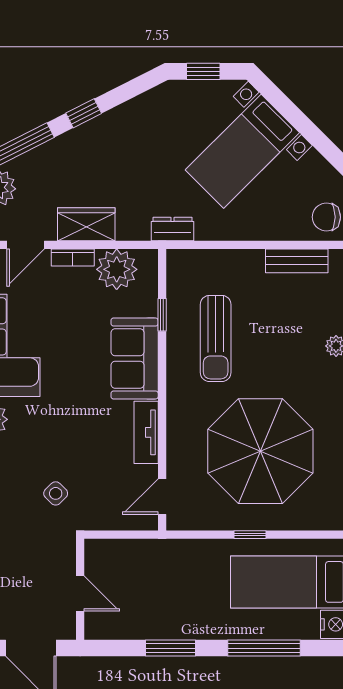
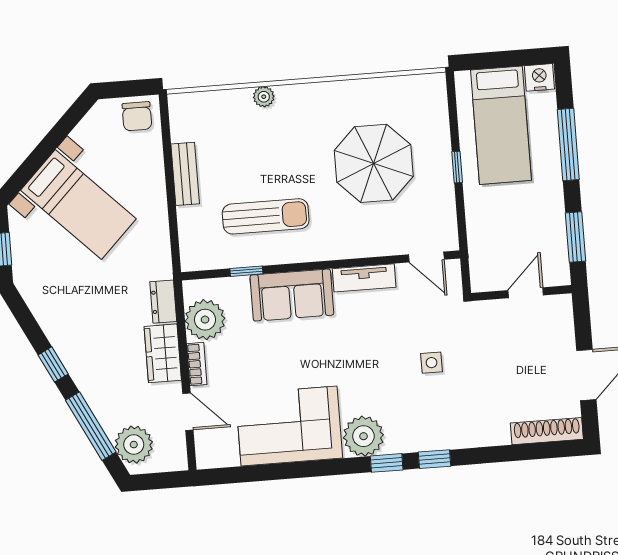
dresser: (173, 229) -> (163, 302), moved
bench: (297, 261) -> (185, 174), moved
parasol: (260, 451) -> (374, 163), width x0.73, depth x0.73
side table: (56, 493) -> (431, 363), turned 45
wall: (80, 589) -> (521, 293), moved
door: (80, 594) -> (526, 293), moved

